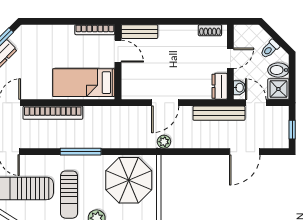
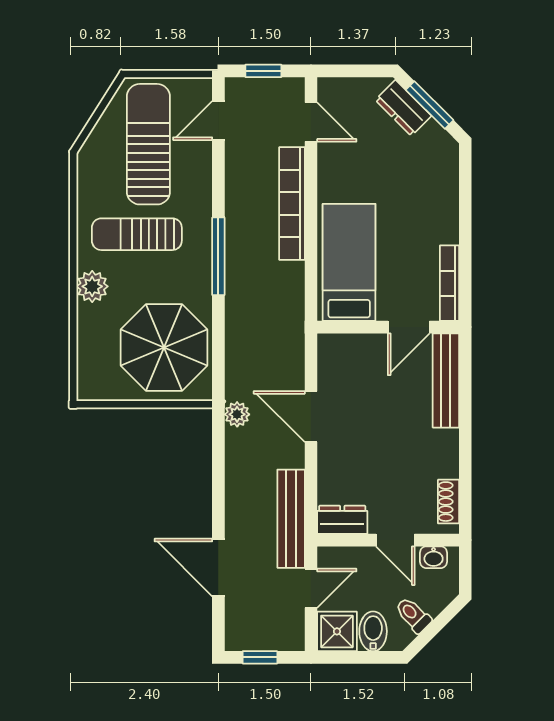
bench: (139, 32) -> (446, 380), width x1.36
washbasin: (239, 88) -> (434, 557), moved

